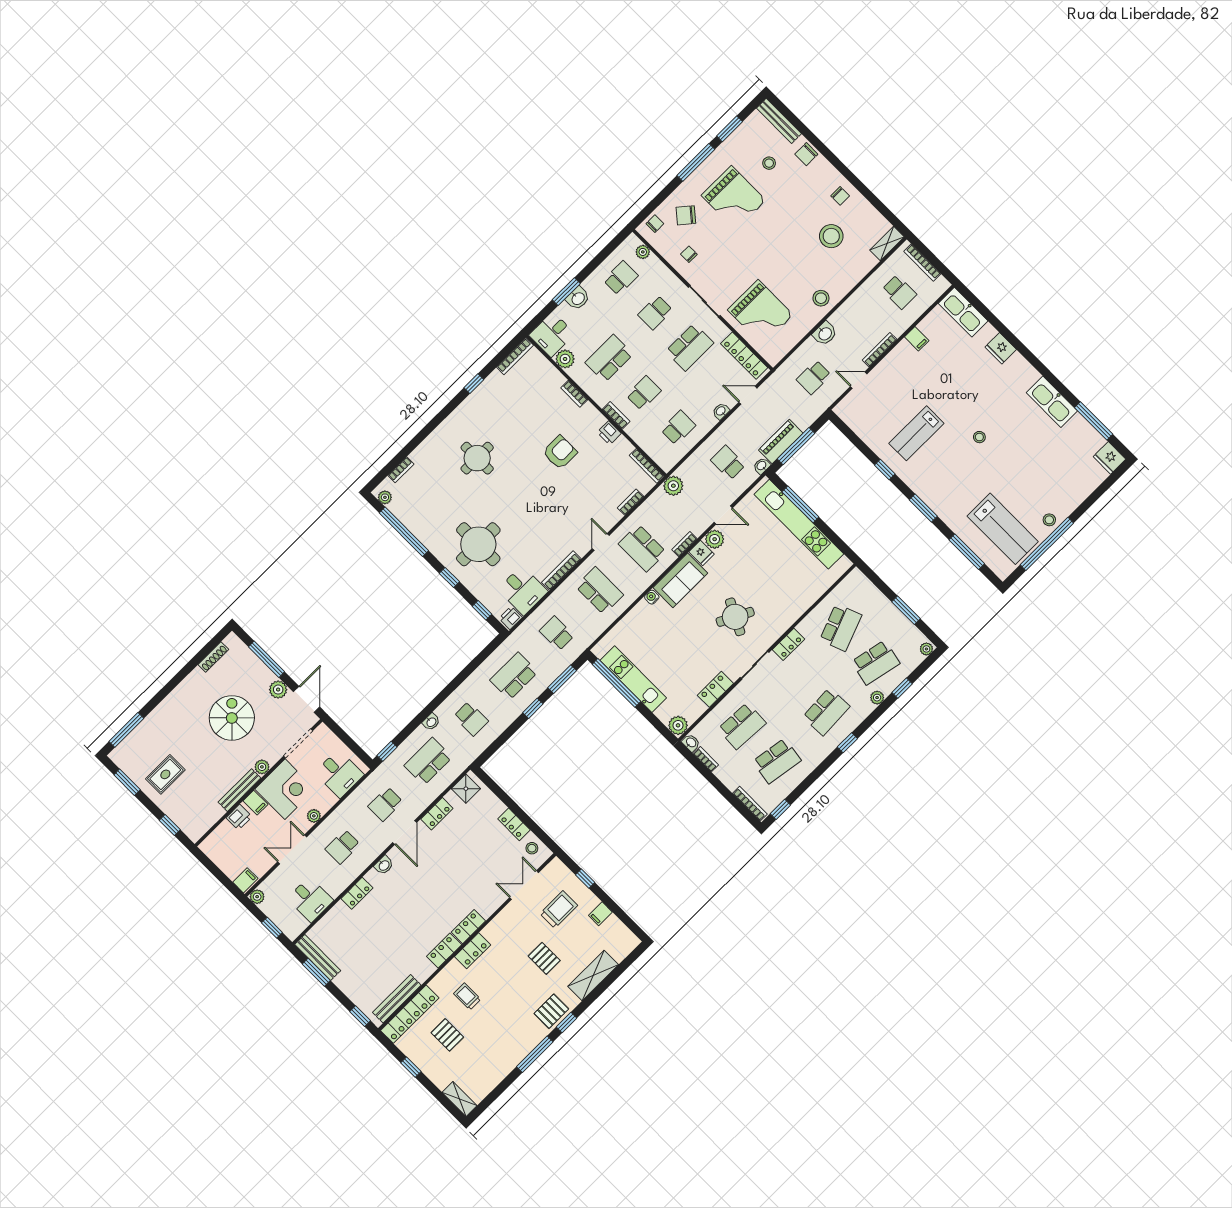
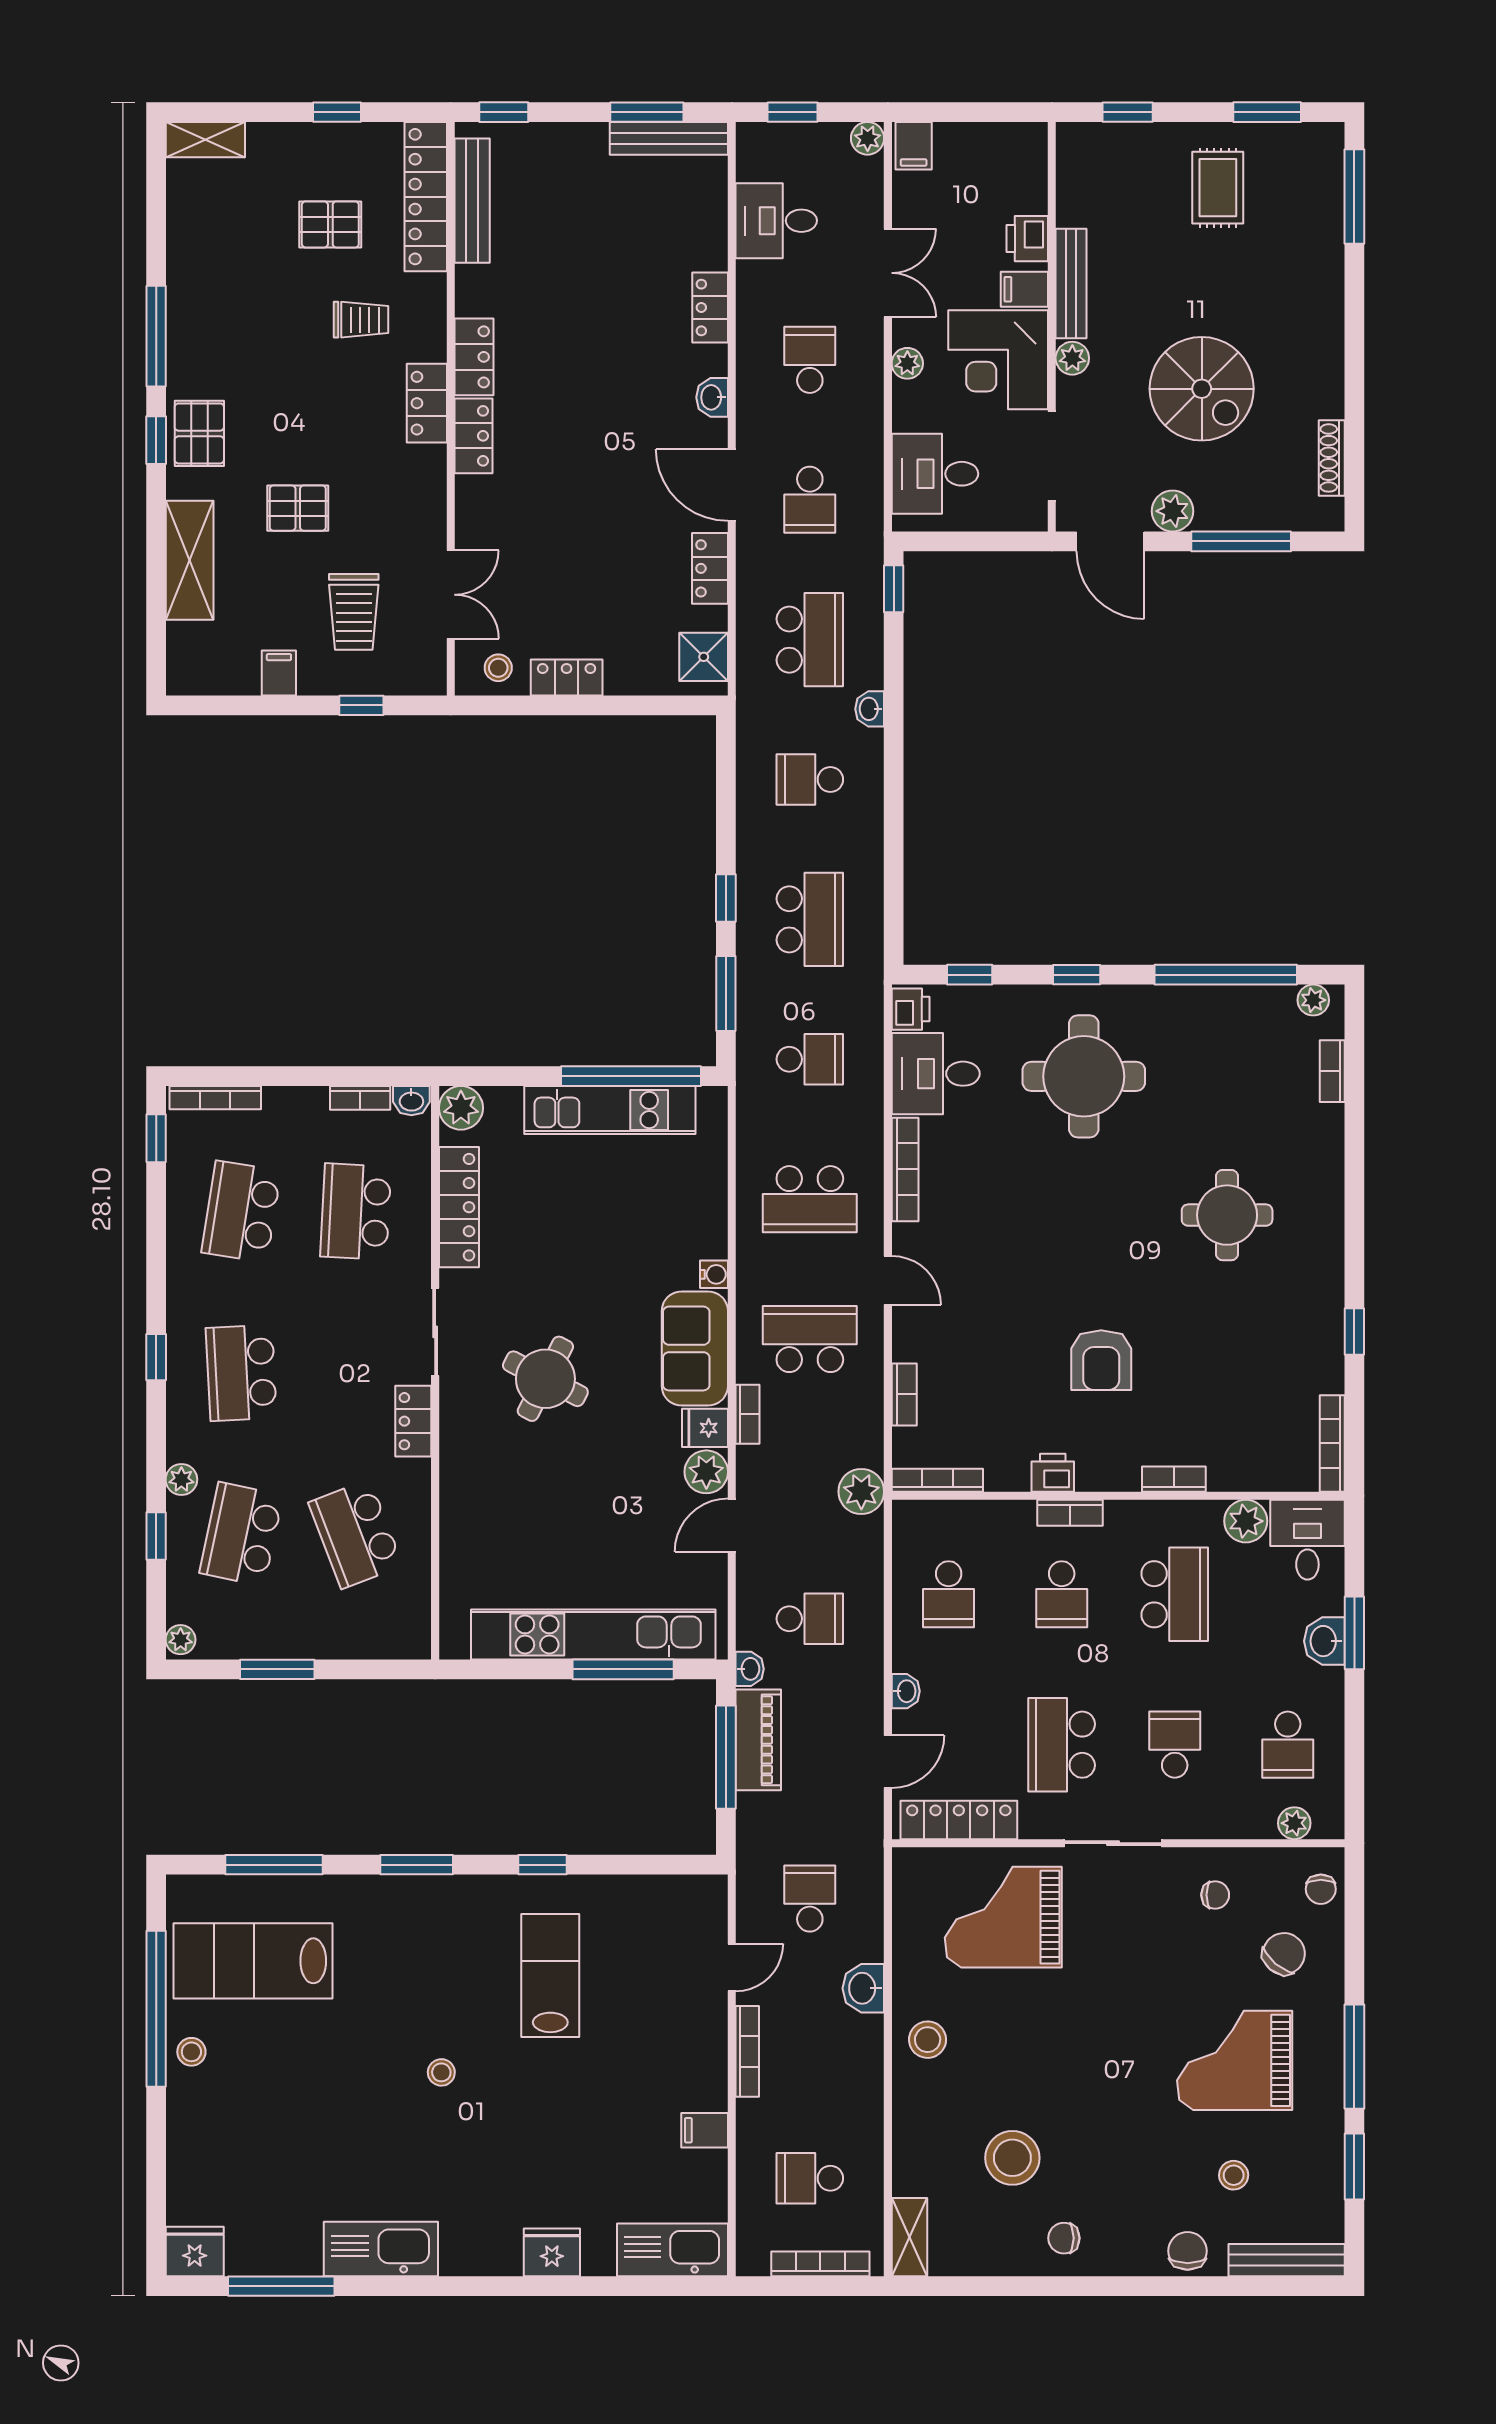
locker: (715, 689) -> (459, 1207), width x1.53
school desk: (385, 804) -> (810, 500), turned 180

